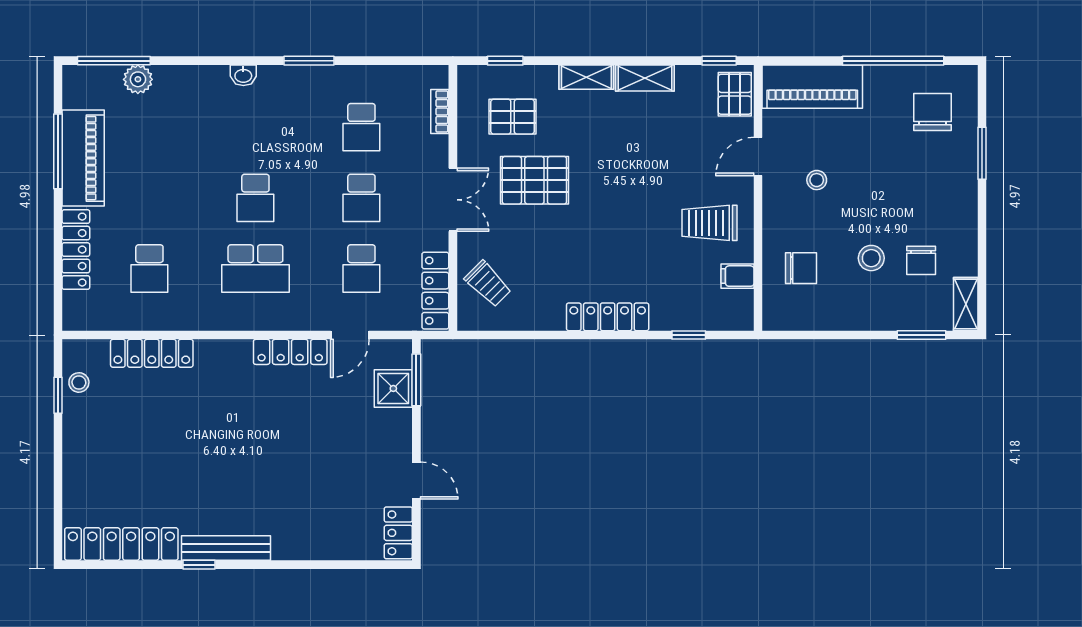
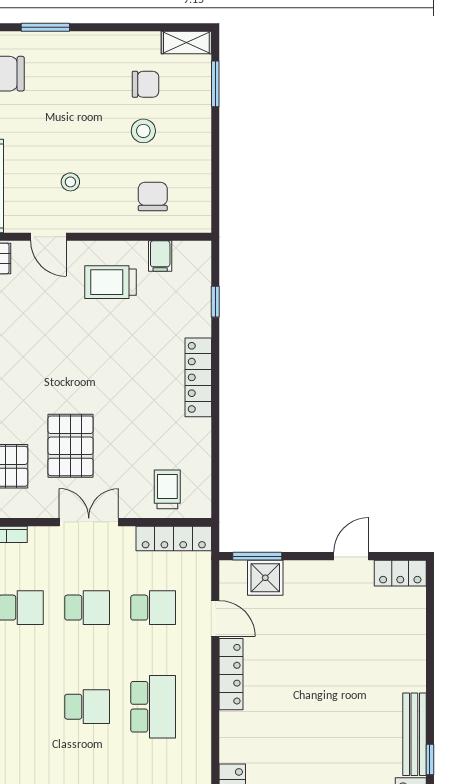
trolley: (710, 223) -> (110, 282), turned 90
trolley: (488, 284) -> (167, 489), turned -45

